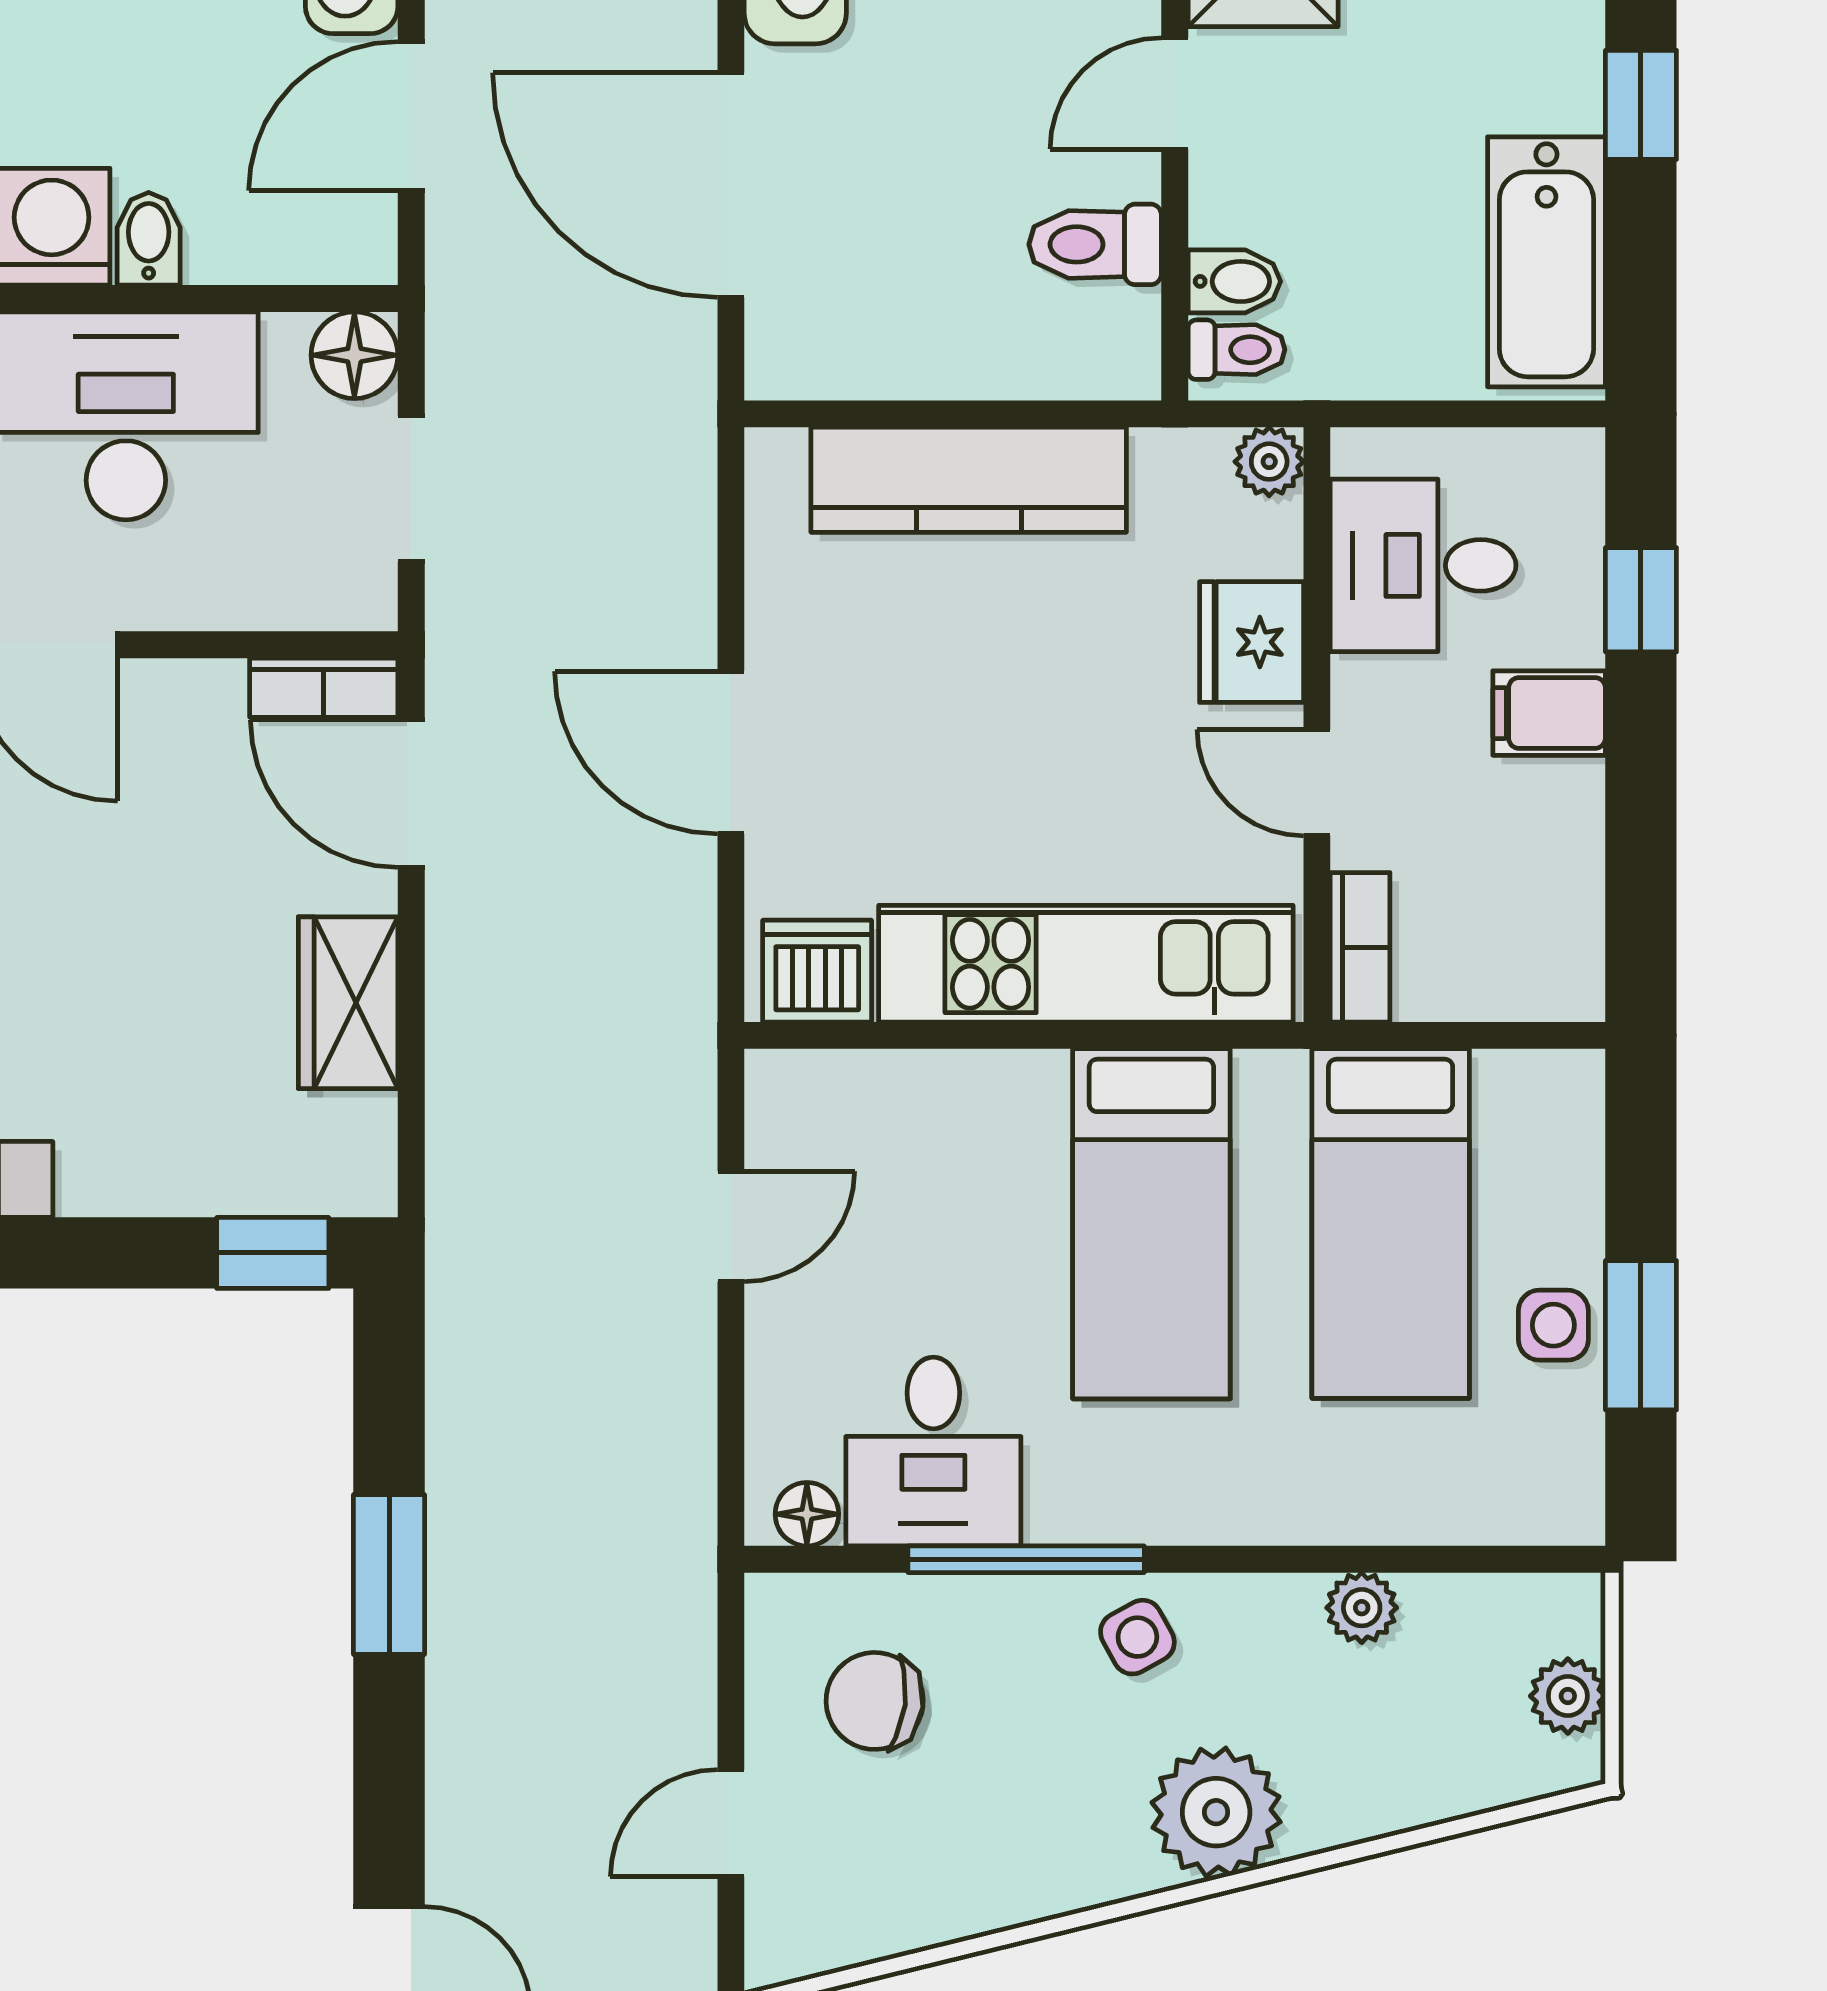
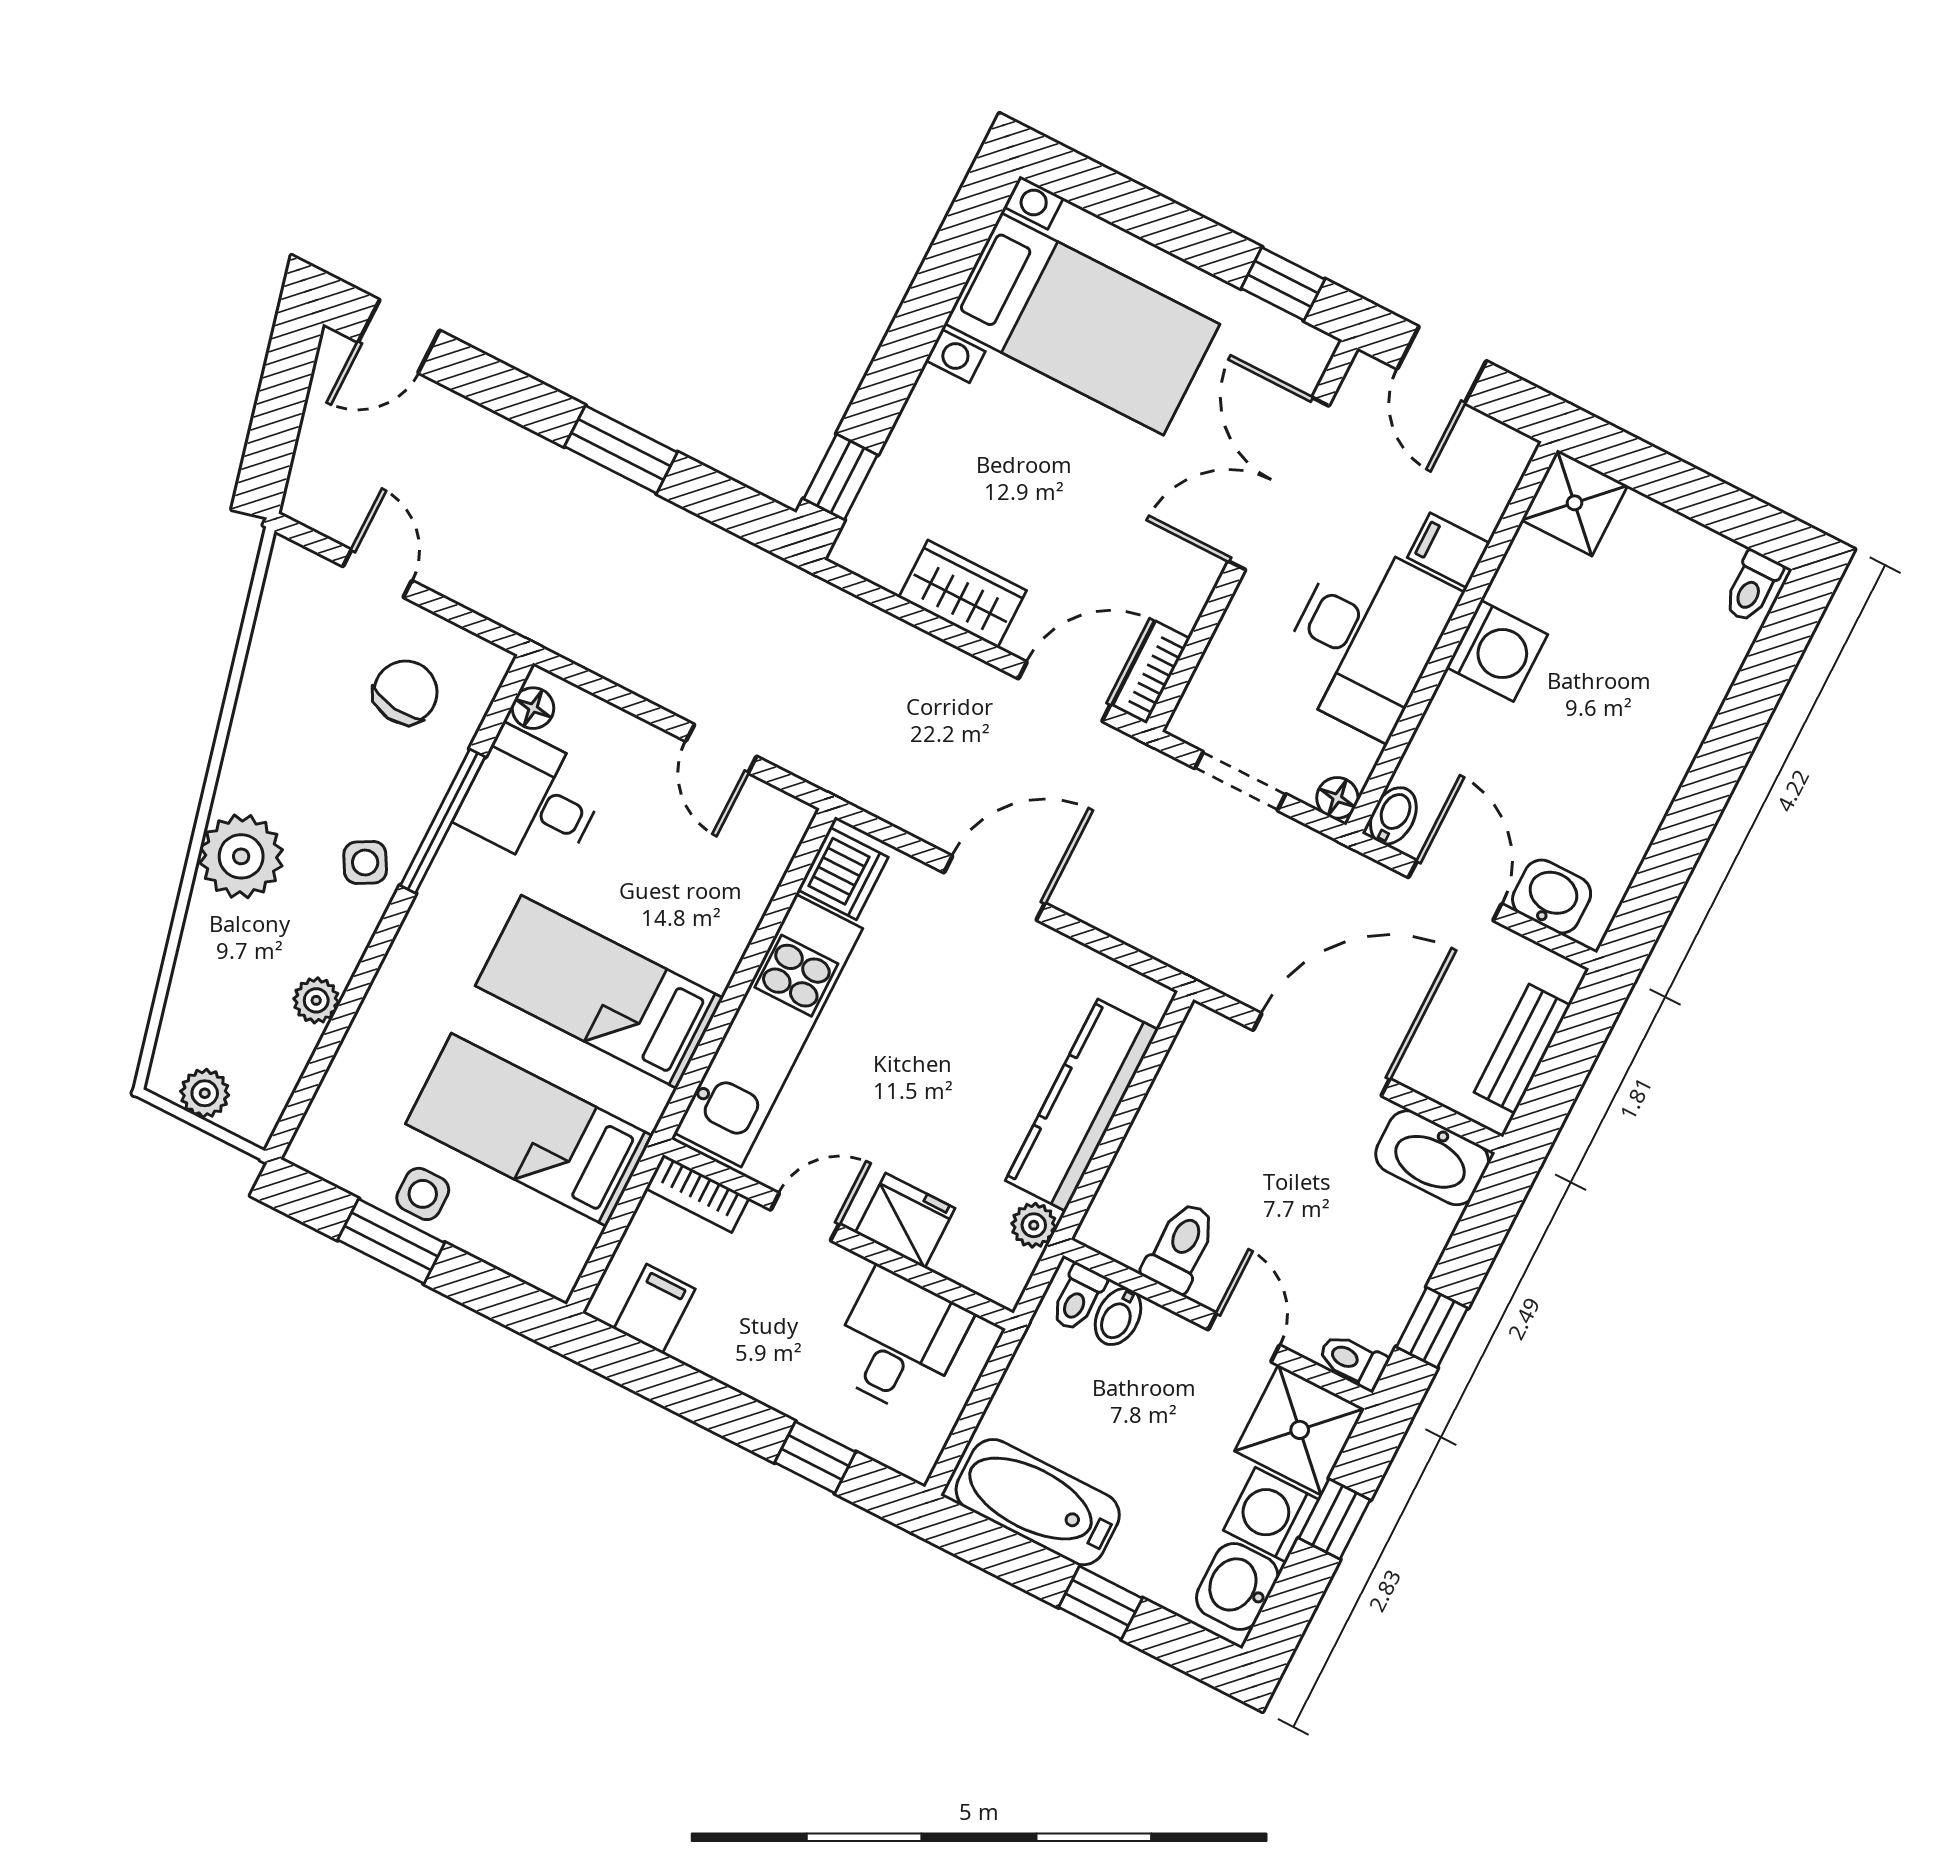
bidet: (149, 239) -> (1393, 816), moved, turned -90
floor lamp: (354, 355) -> (1337, 798), width x0.73, depth x0.73
plant: (1269, 462) -> (1034, 1225), moved
filing cabinet: (1549, 713) -> (654, 1309), moved

